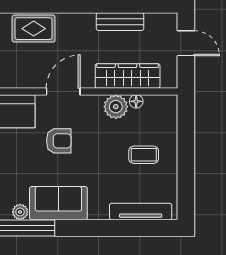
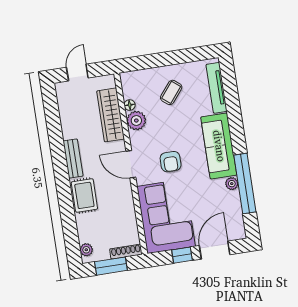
bench: (120, 22) -> (73, 159), moved
armchair: (59, 141) -> (171, 162), turned 180
coffee table: (144, 155) -> (171, 92), turned 39
sofa: (58, 203) -> (219, 146), width x1.36

